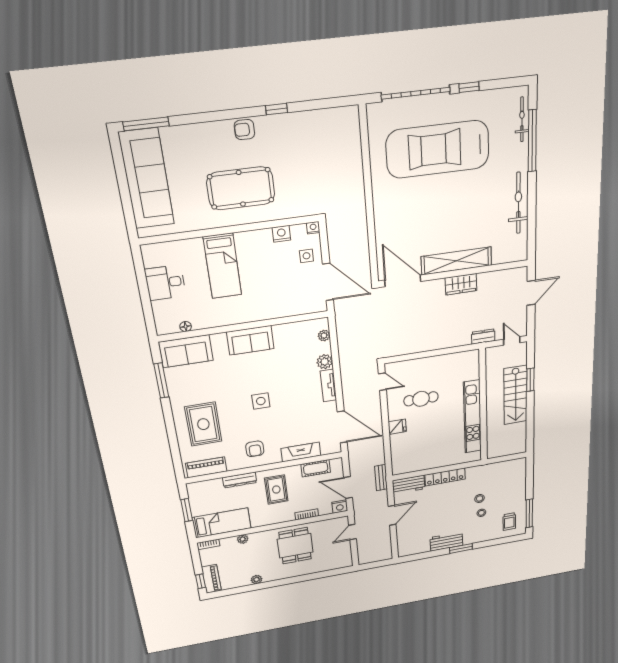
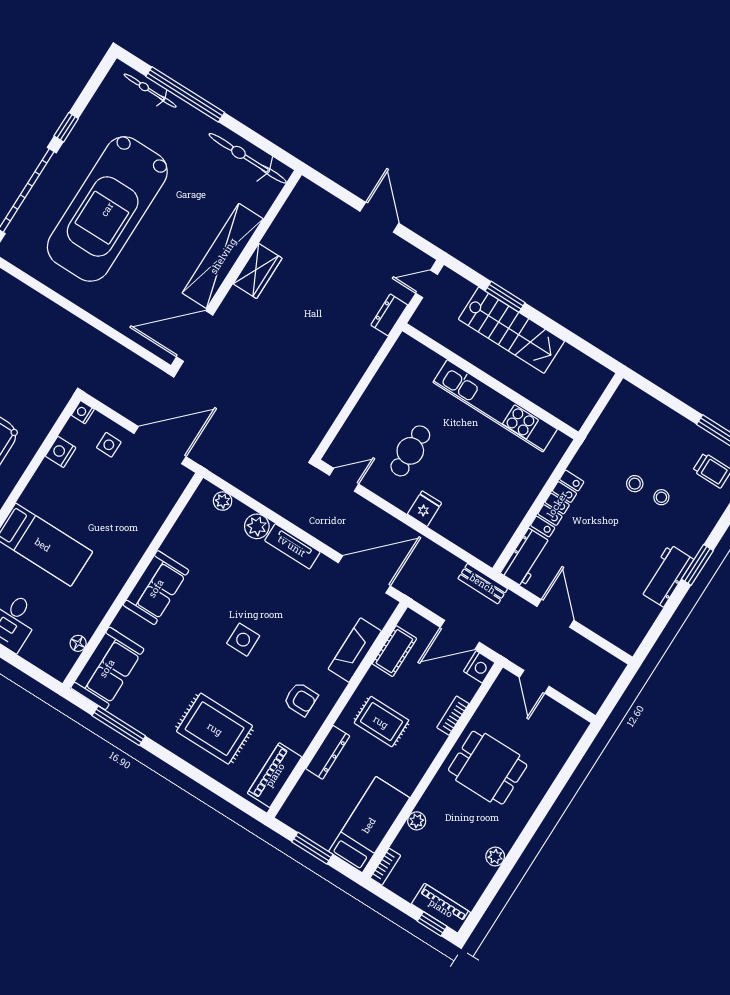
shelving: (456, 261) -> (223, 256), moved
wall: (454, 274) -> (236, 270), moved
door: (403, 281) -> (195, 336), moved
wardrobe: (461, 284) -> (258, 271), moved

